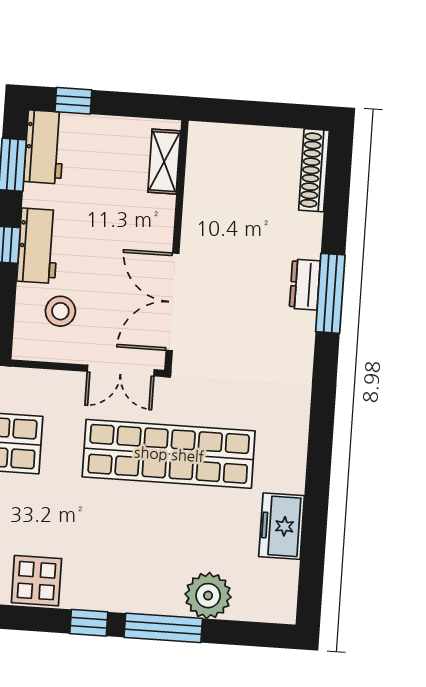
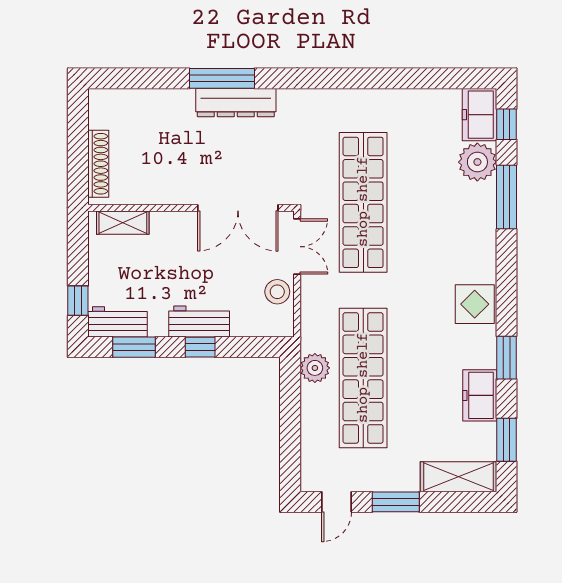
shoe rack: (314, 170) -> (98, 164), moved, turned -90
dresser: (305, 285) -> (236, 103), width x1.96, depth x1.24
stool: (60, 311) -> (277, 292), moved
freezer: (282, 526) -> (479, 115), moved, turned 90
window: (89, 623) -> (506, 124), moved

